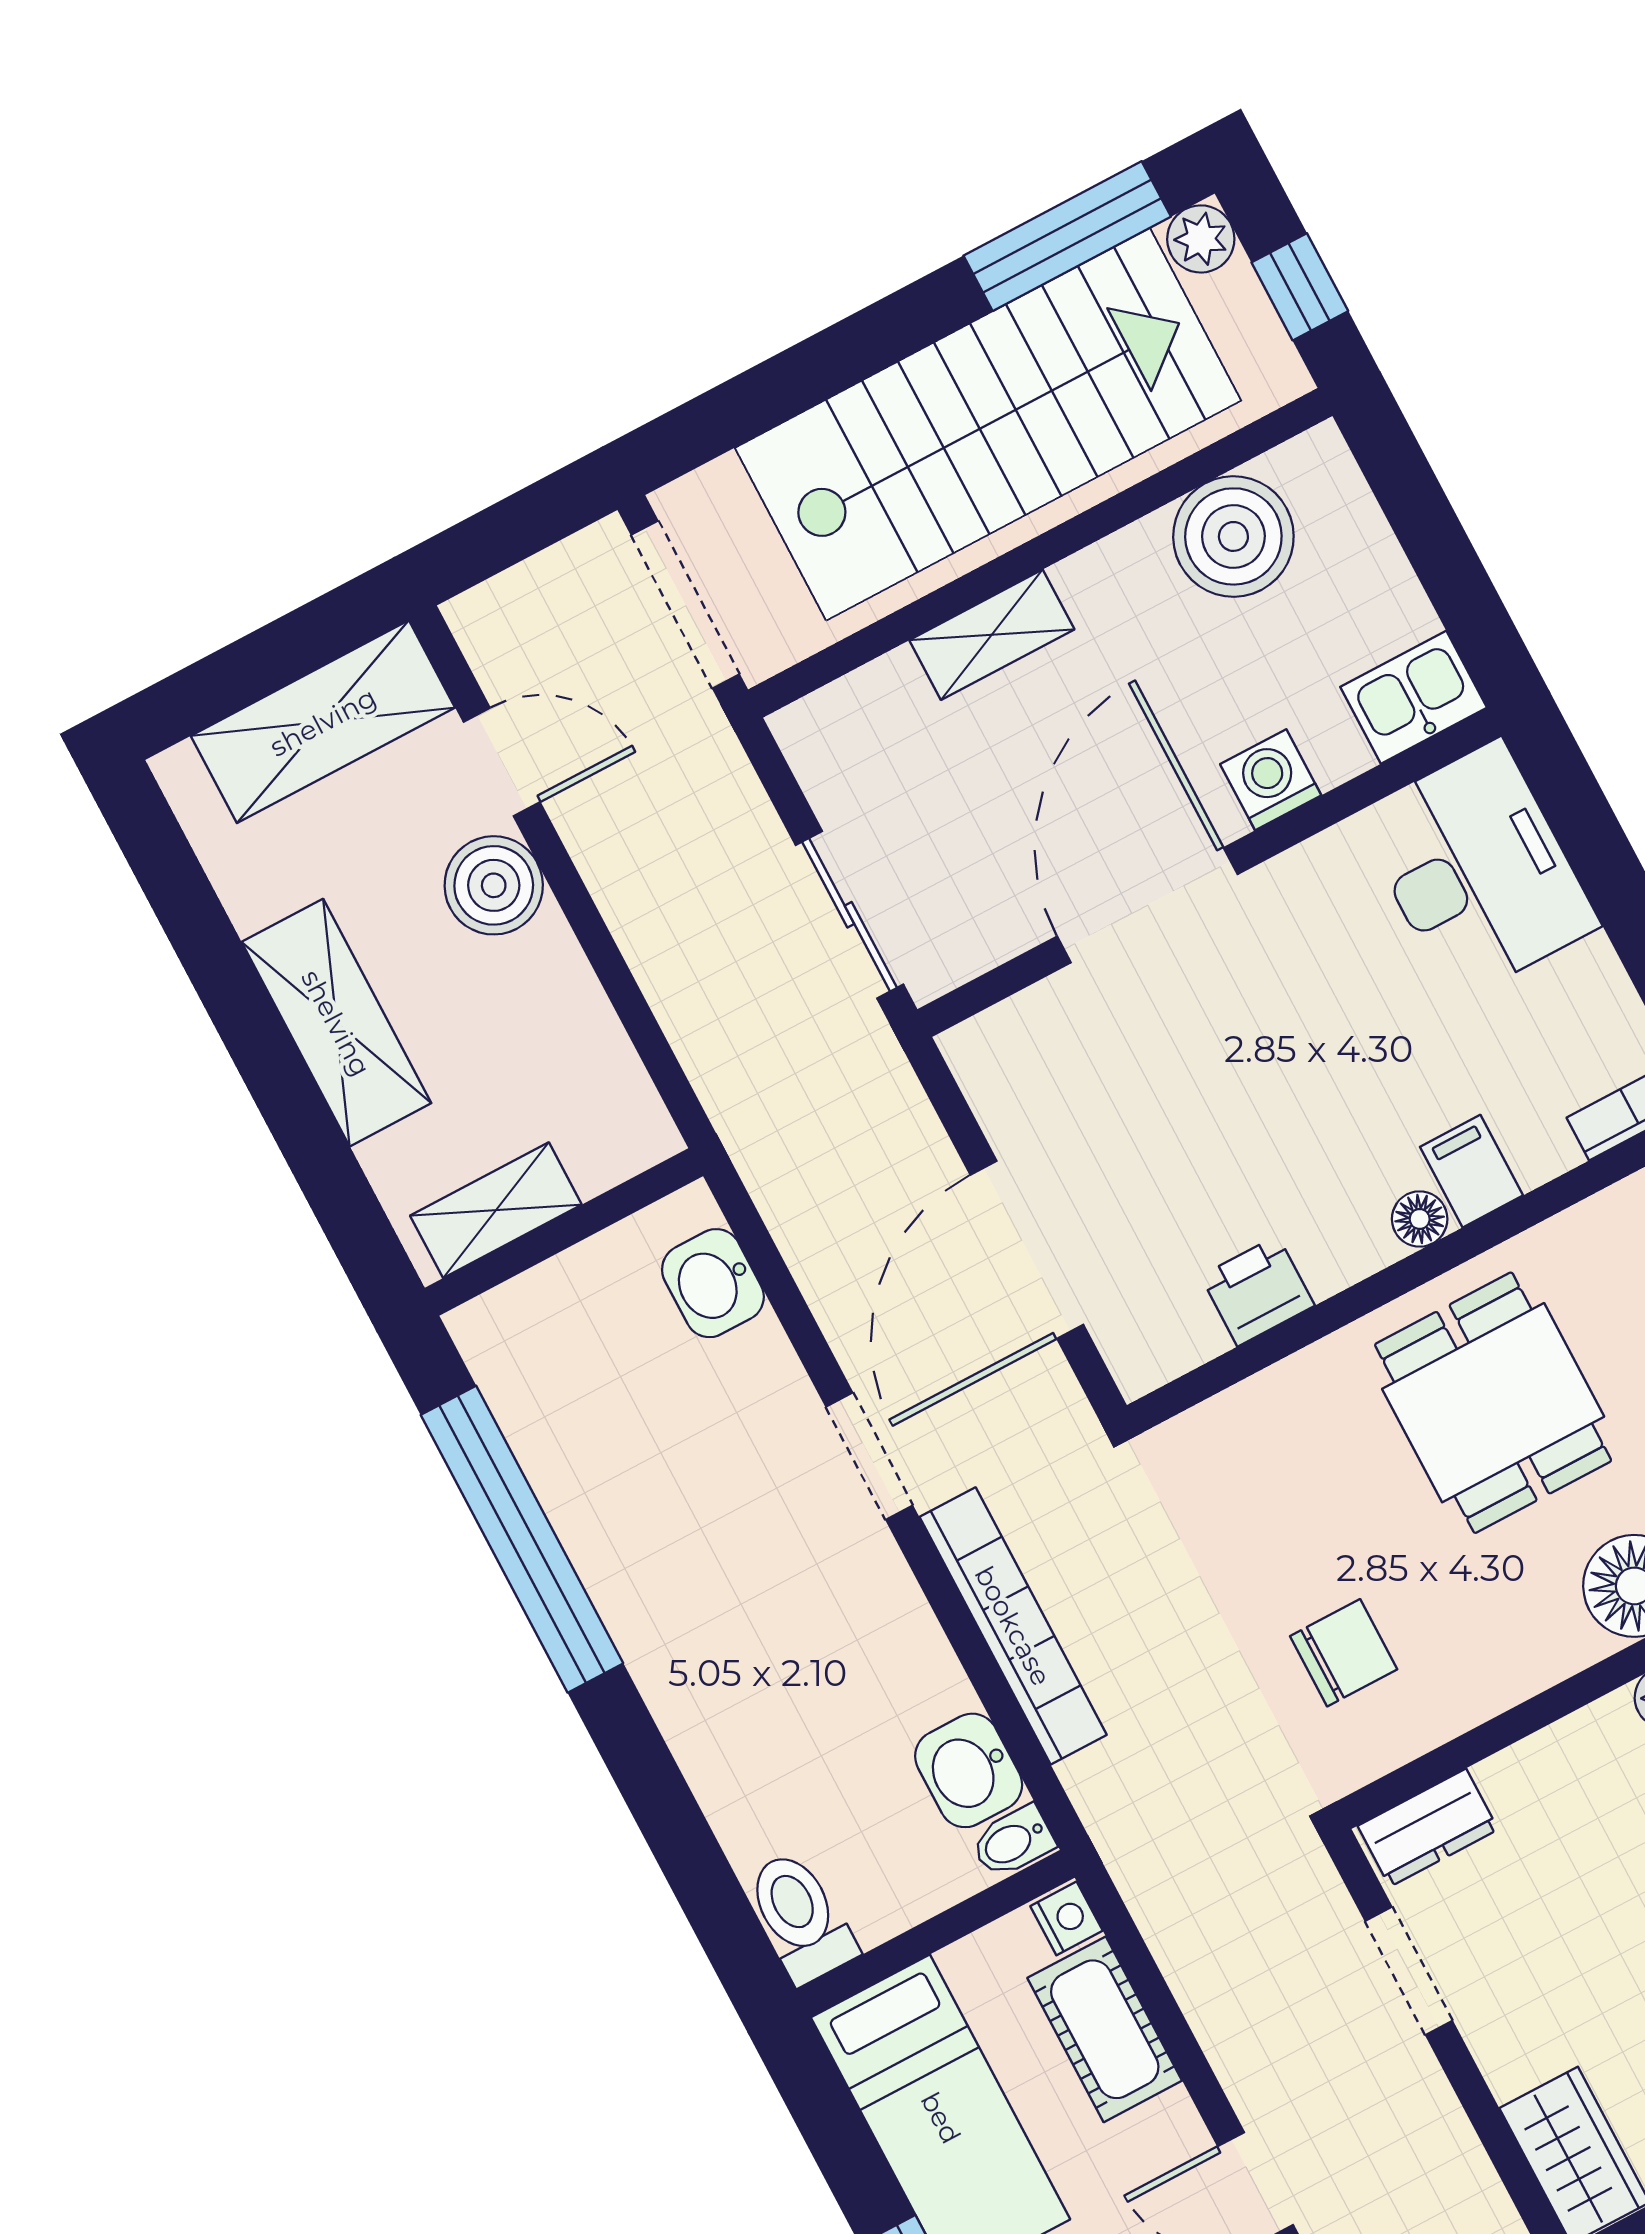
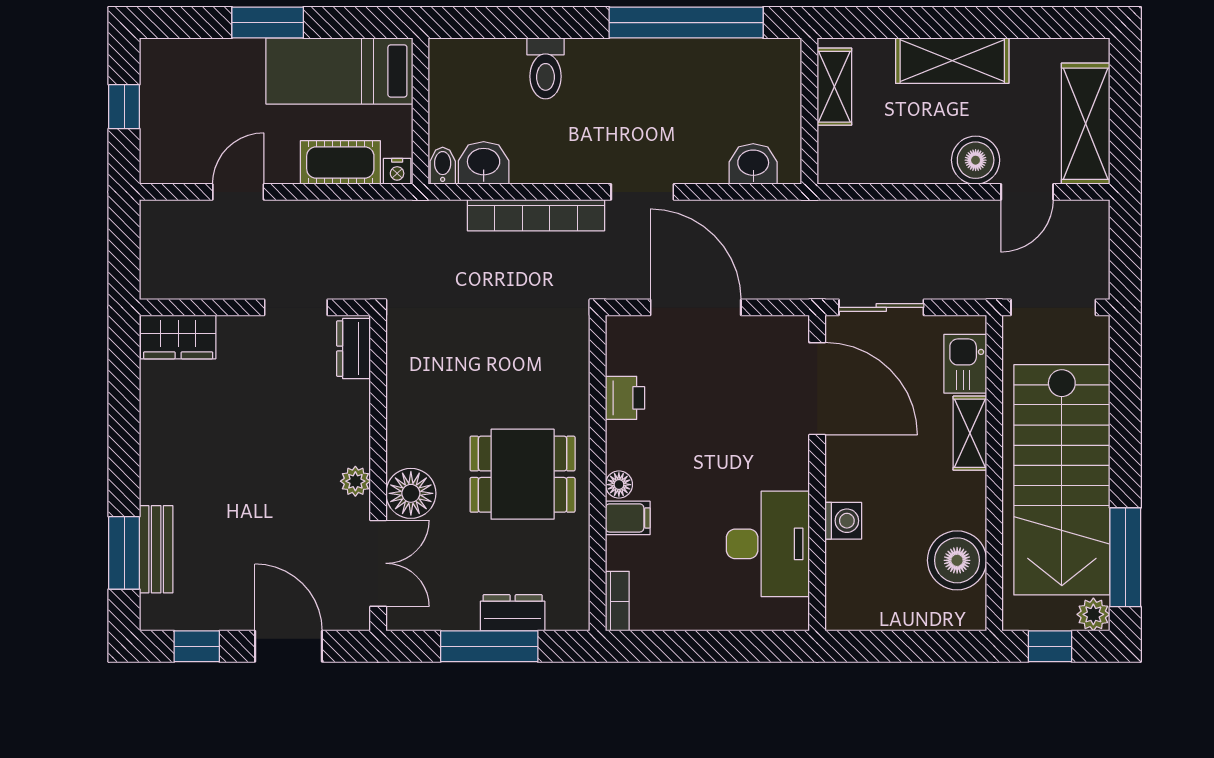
kitchen sink: (1414, 697) -> (965, 364), moved, turned 180
desk: (1477, 870) -> (768, 544), moved, turned -90
door: (1147, 905) -> (817, 389), moved
chair: (1344, 1653) -> (449, 352), removed
toilet: (800, 1917) -> (546, 68), moved, turned 90

